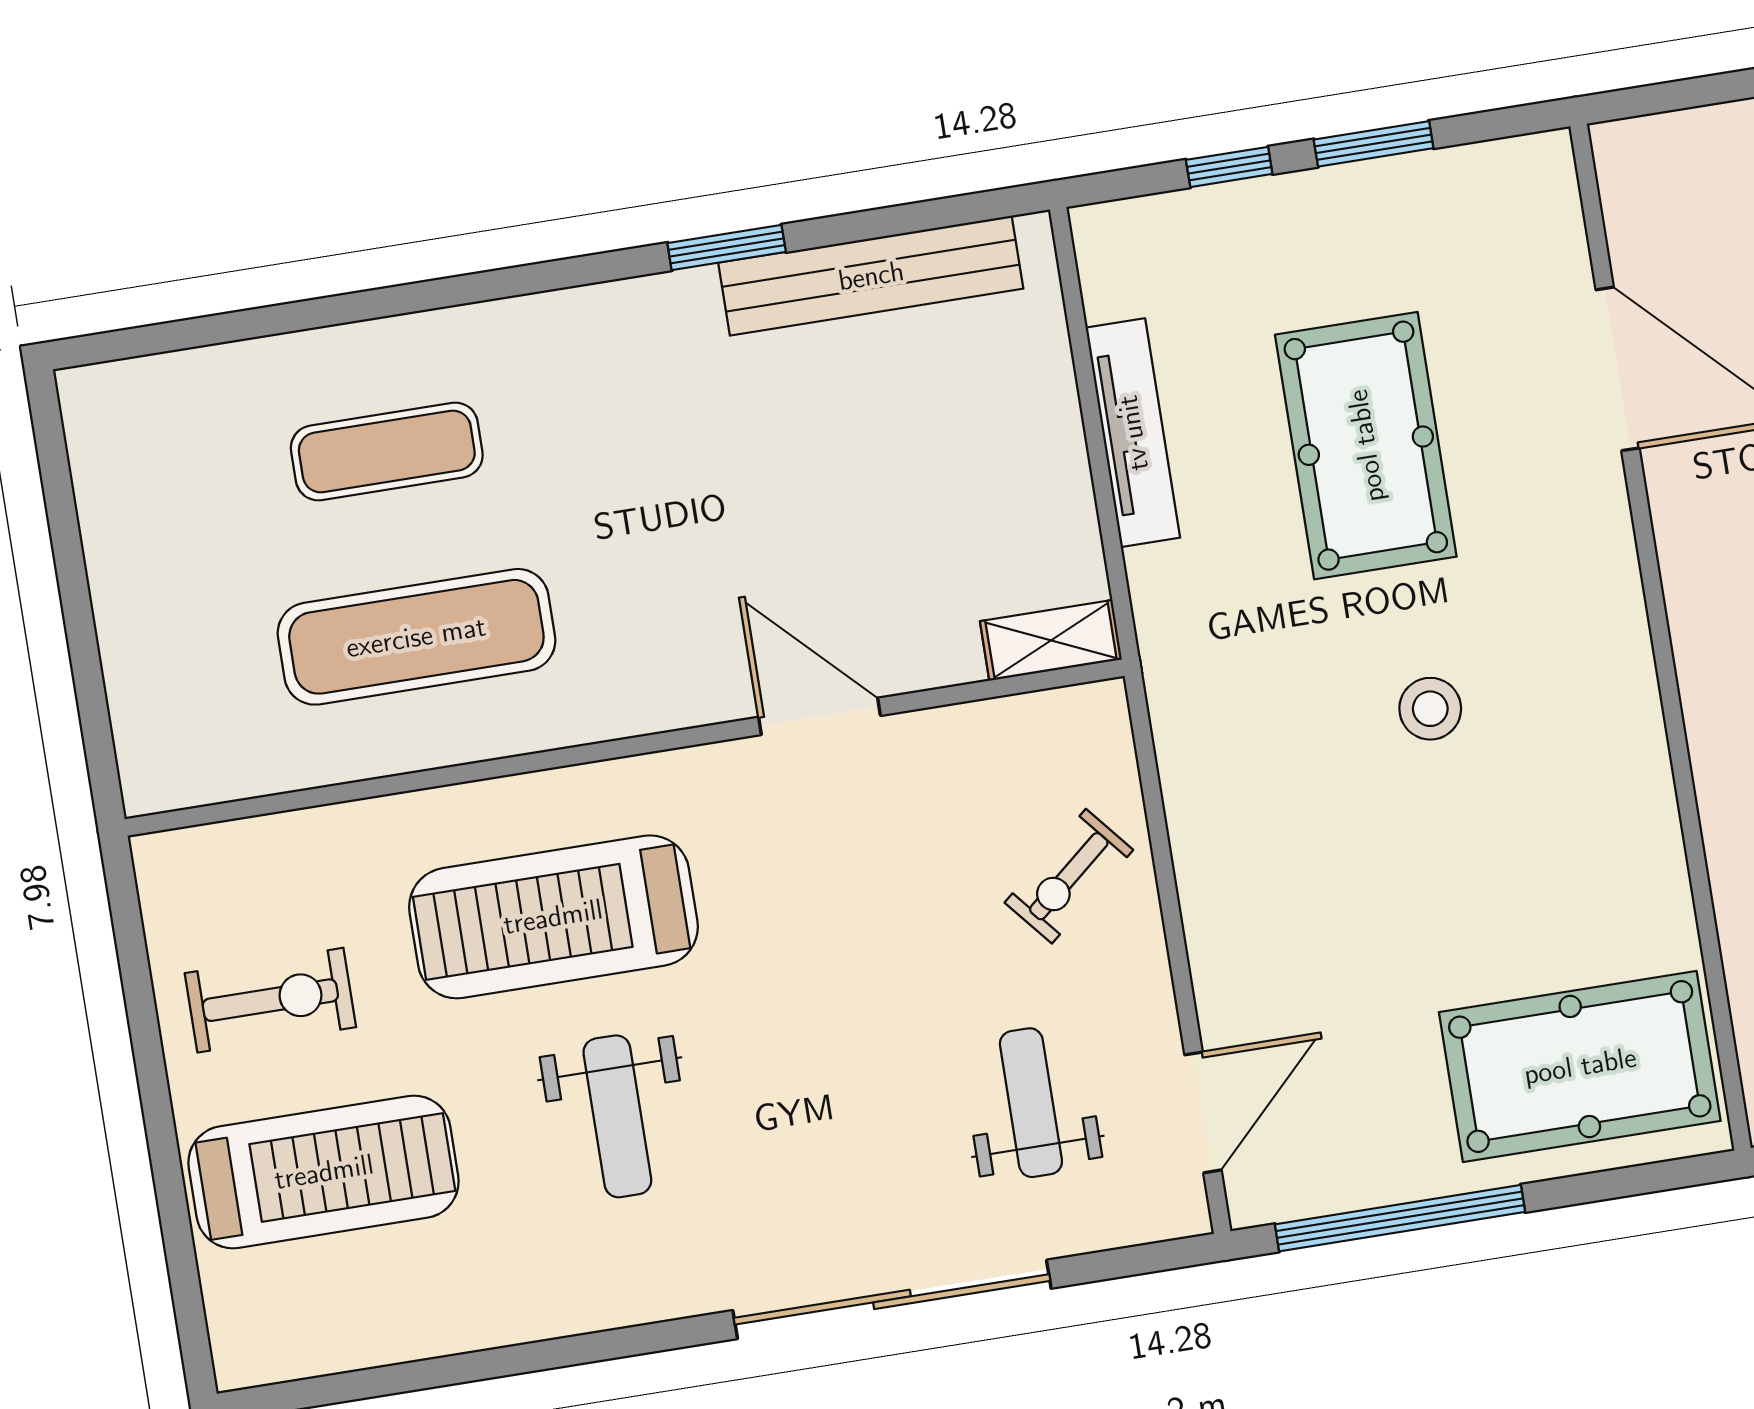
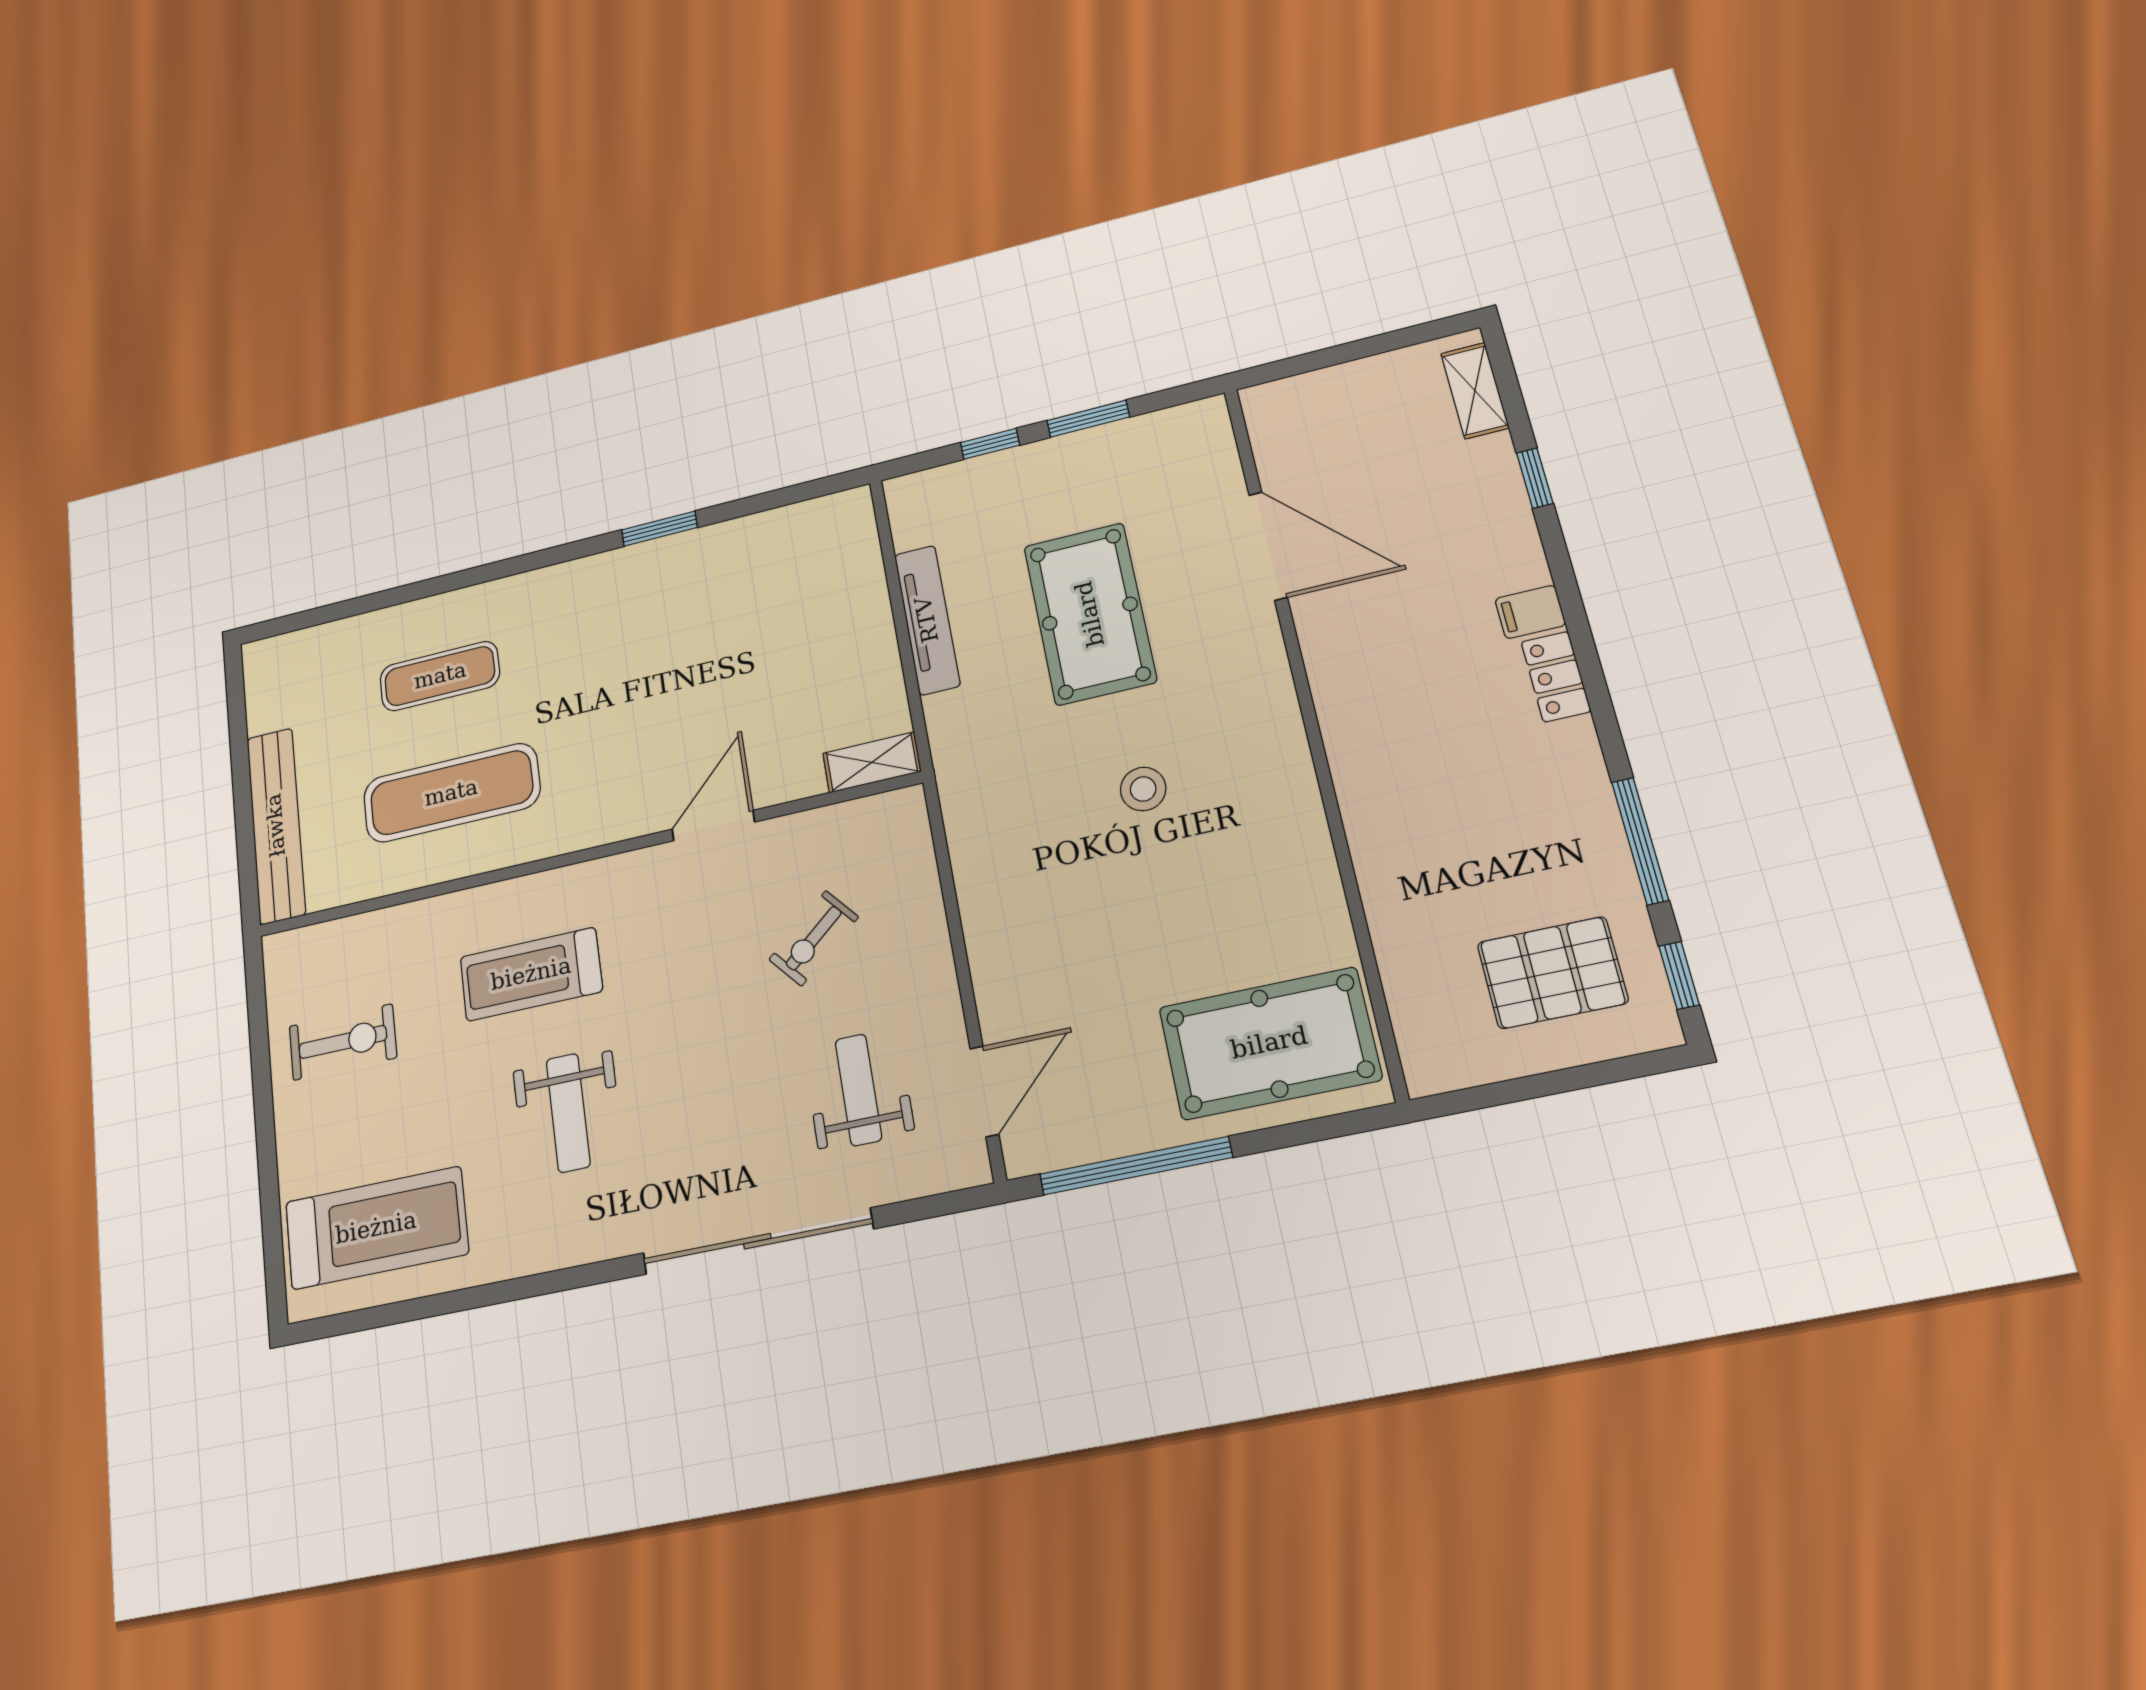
bench: (871, 276) -> (276, 825), moved, turned 90
door: (820, 716) -> (713, 826), hinge flipped
exercise bike: (1069, 876) -> (814, 938), moved
treadmill: (553, 917) -> (531, 974), width x0.73, depth x0.73
treadmill: (324, 1172) -> (376, 1228), moved

